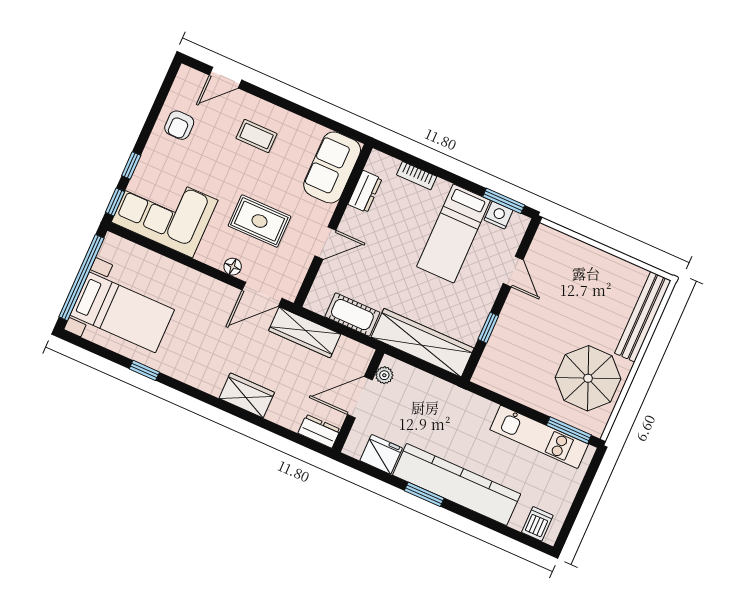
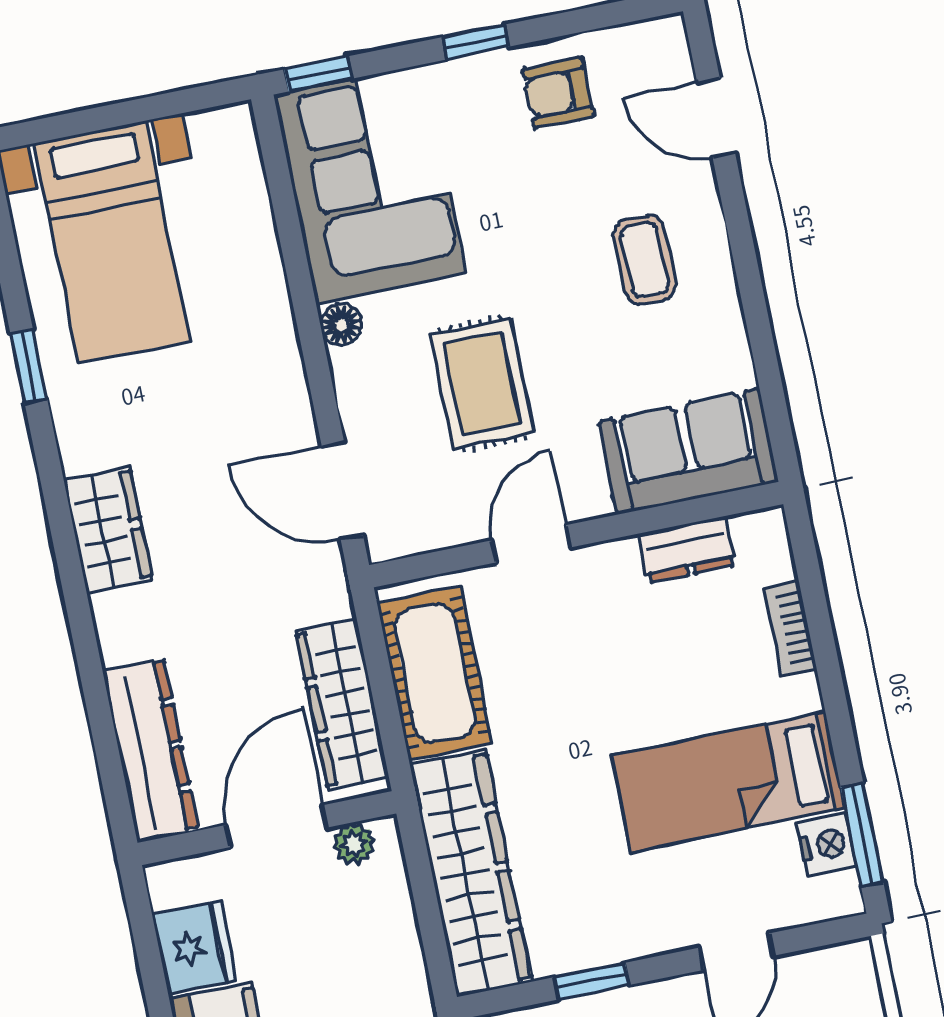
window: (131, 165) -> (476, 42), moved
door: (325, 243) -> (531, 544), swing flipped
floor lamp: (233, 267) -> (341, 325), moved
window: (81, 278) -> (123, 114), removed
cot: (352, 315) -> (435, 673), width x1.37, depth x1.34
wardrobe: (305, 332) -> (342, 704), moved
wardrobe: (247, 395) -> (108, 530), moved
door: (360, 397) -> (277, 826), hinge flipped
dresser: (319, 431) -> (151, 750), width x1.96, depth x1.24

